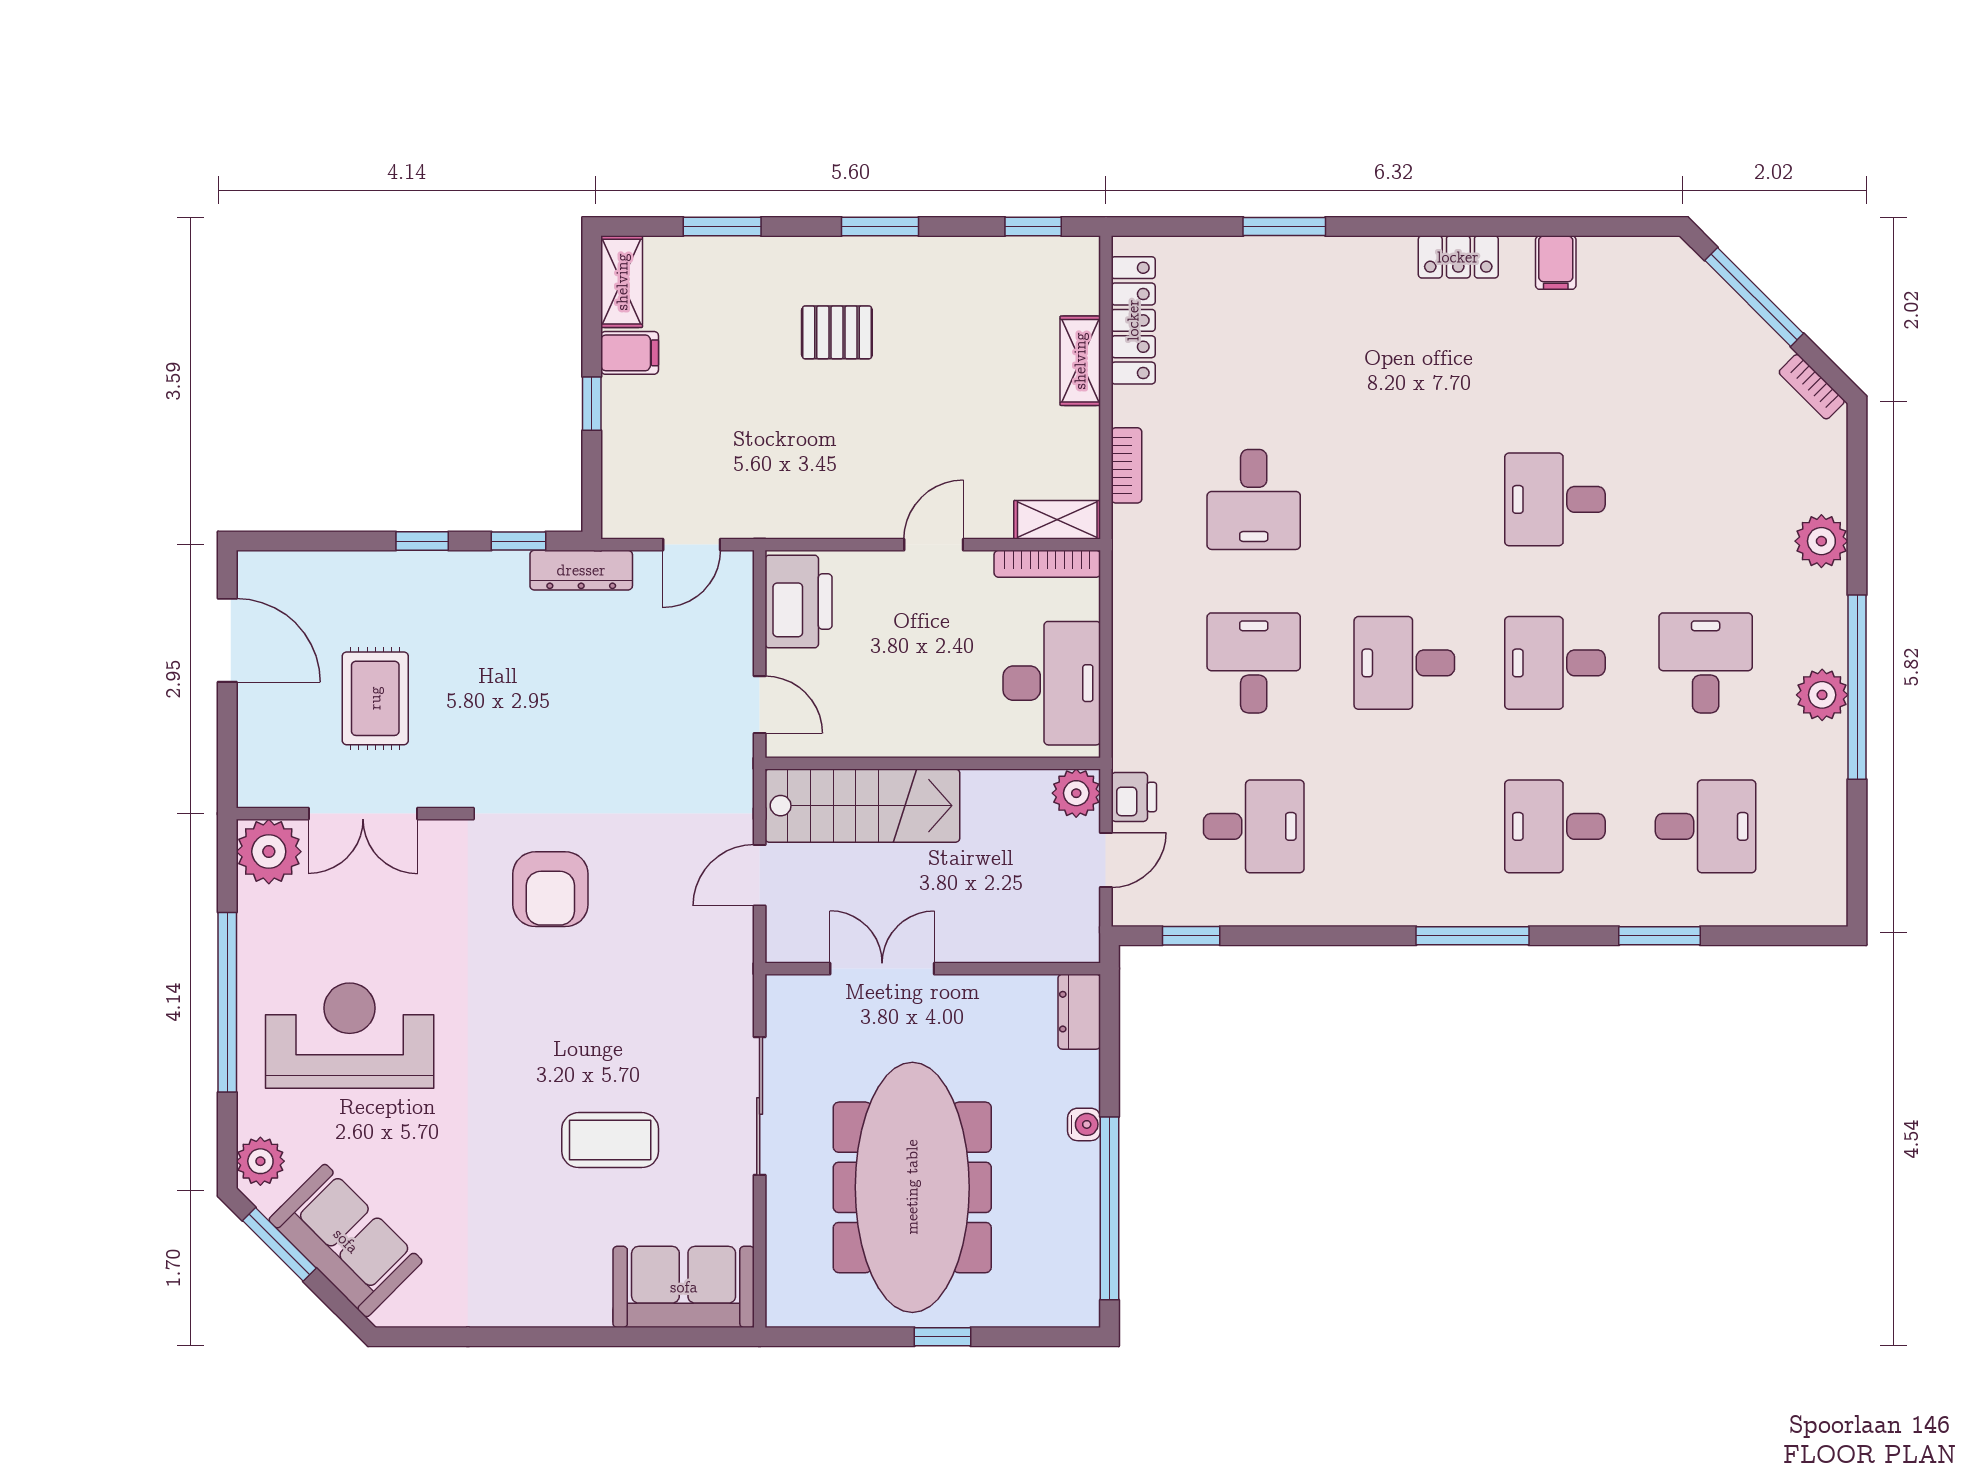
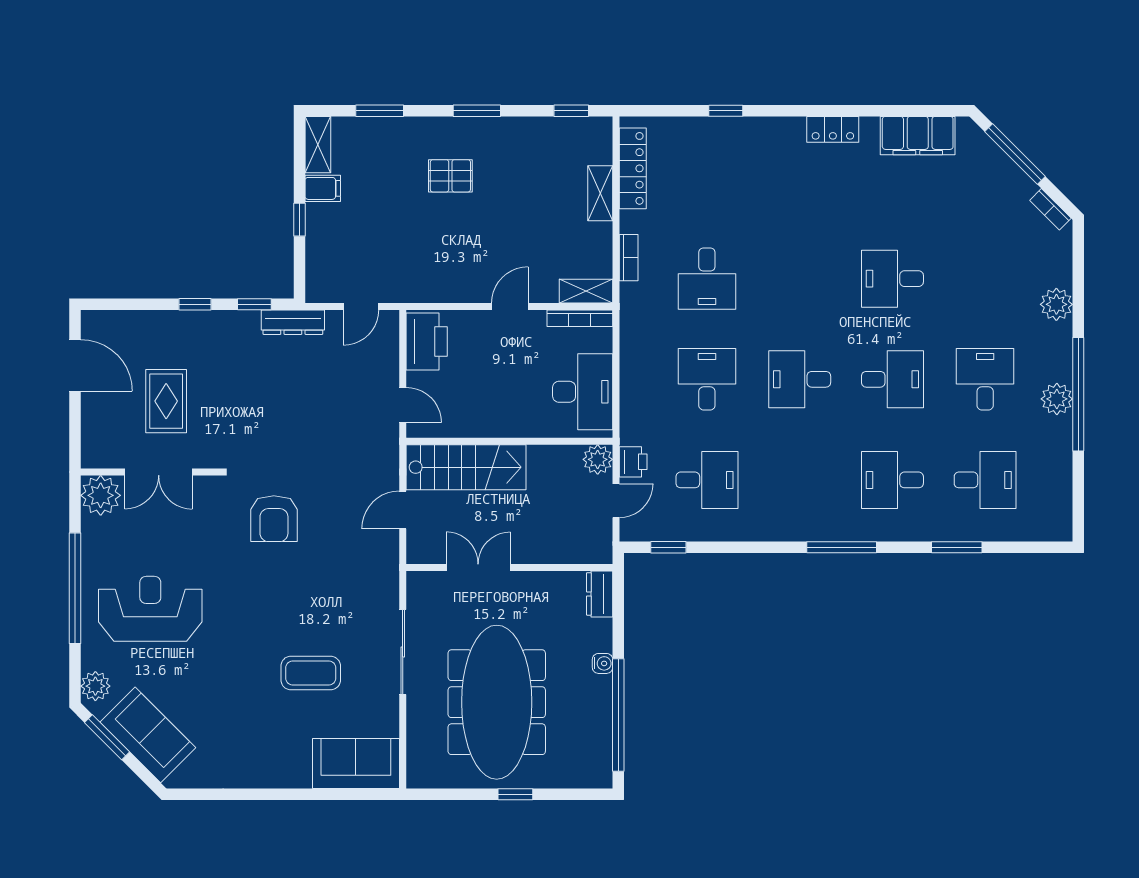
window: (1284, 227) -> (726, 111), width x0.67
filing cabinet: (1556, 263) -> (918, 136), width x3.00, depth x1.17
desk: (1555, 663) -> (892, 379), turned 180

